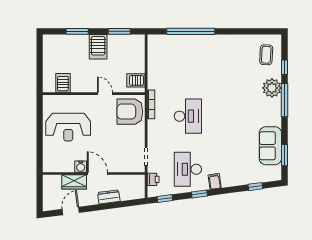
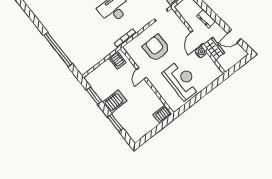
server rack: (63, 83) -> (162, 114), moved
armchair: (130, 112) -> (156, 48), moved, turned 180

